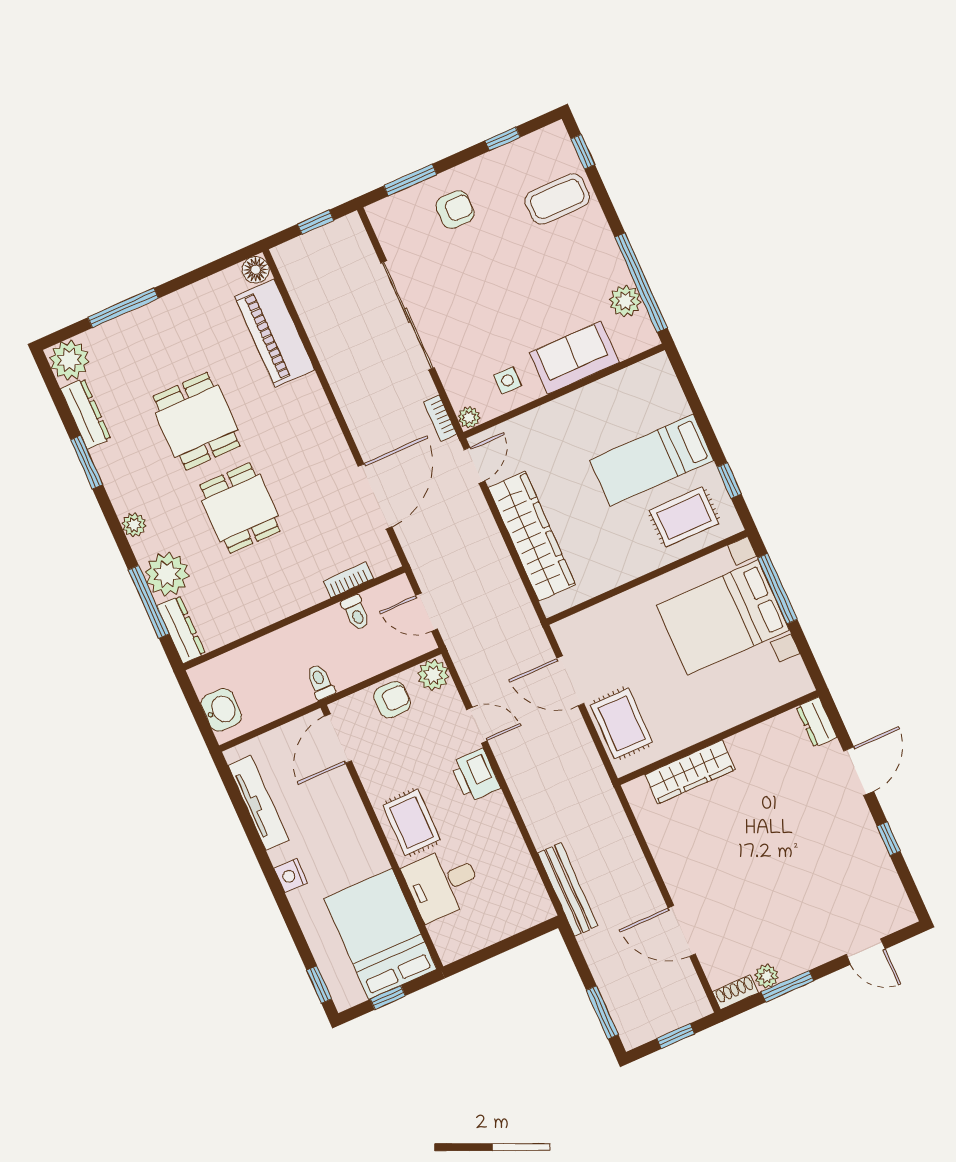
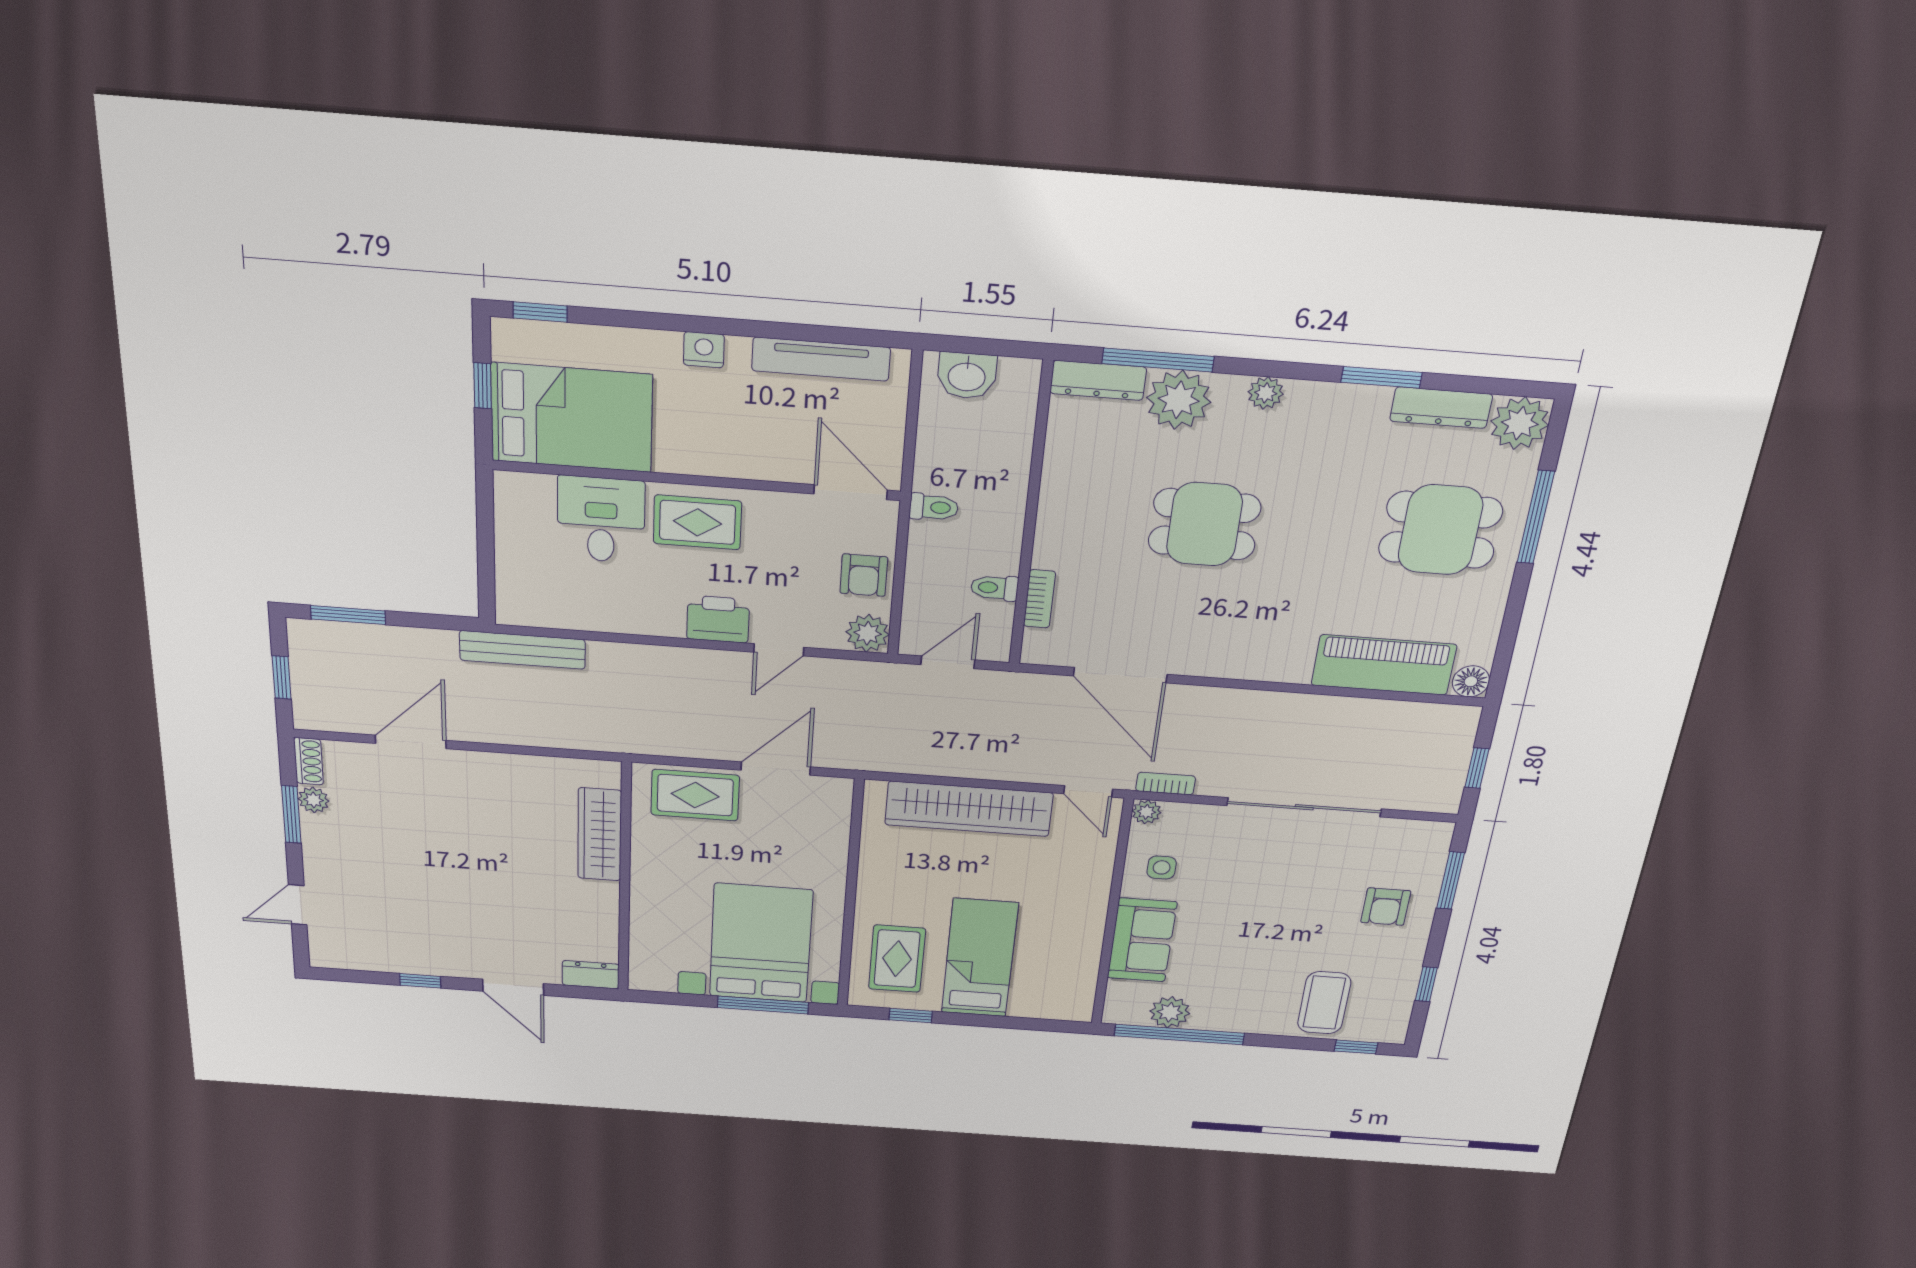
dining table: (196, 421) -> (1440, 530), moved

